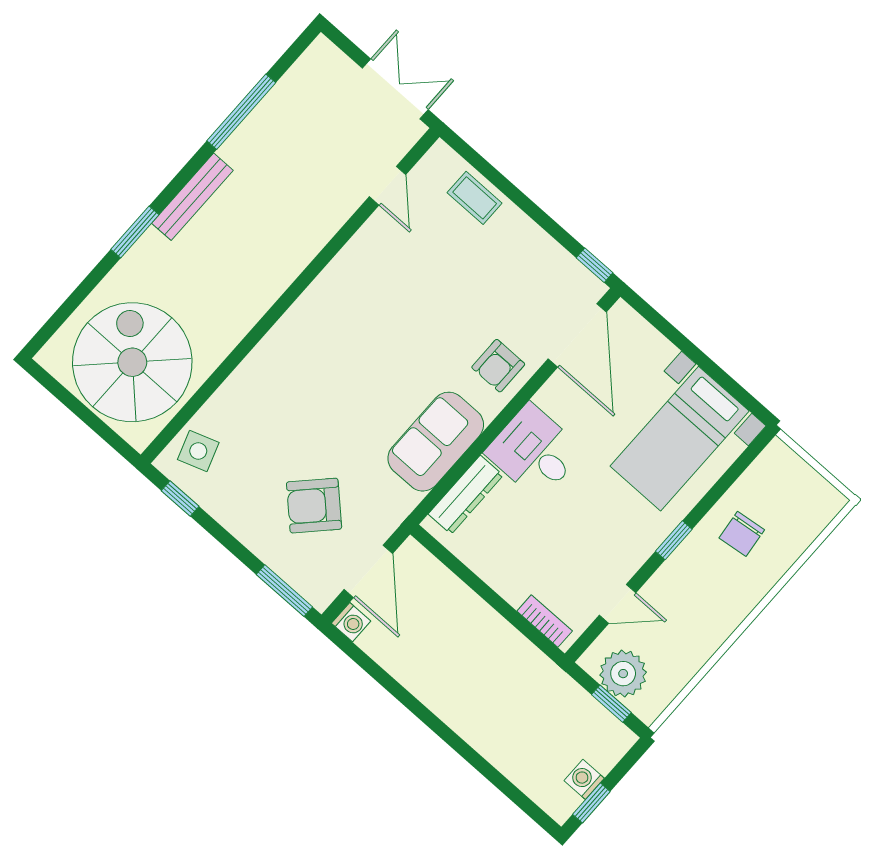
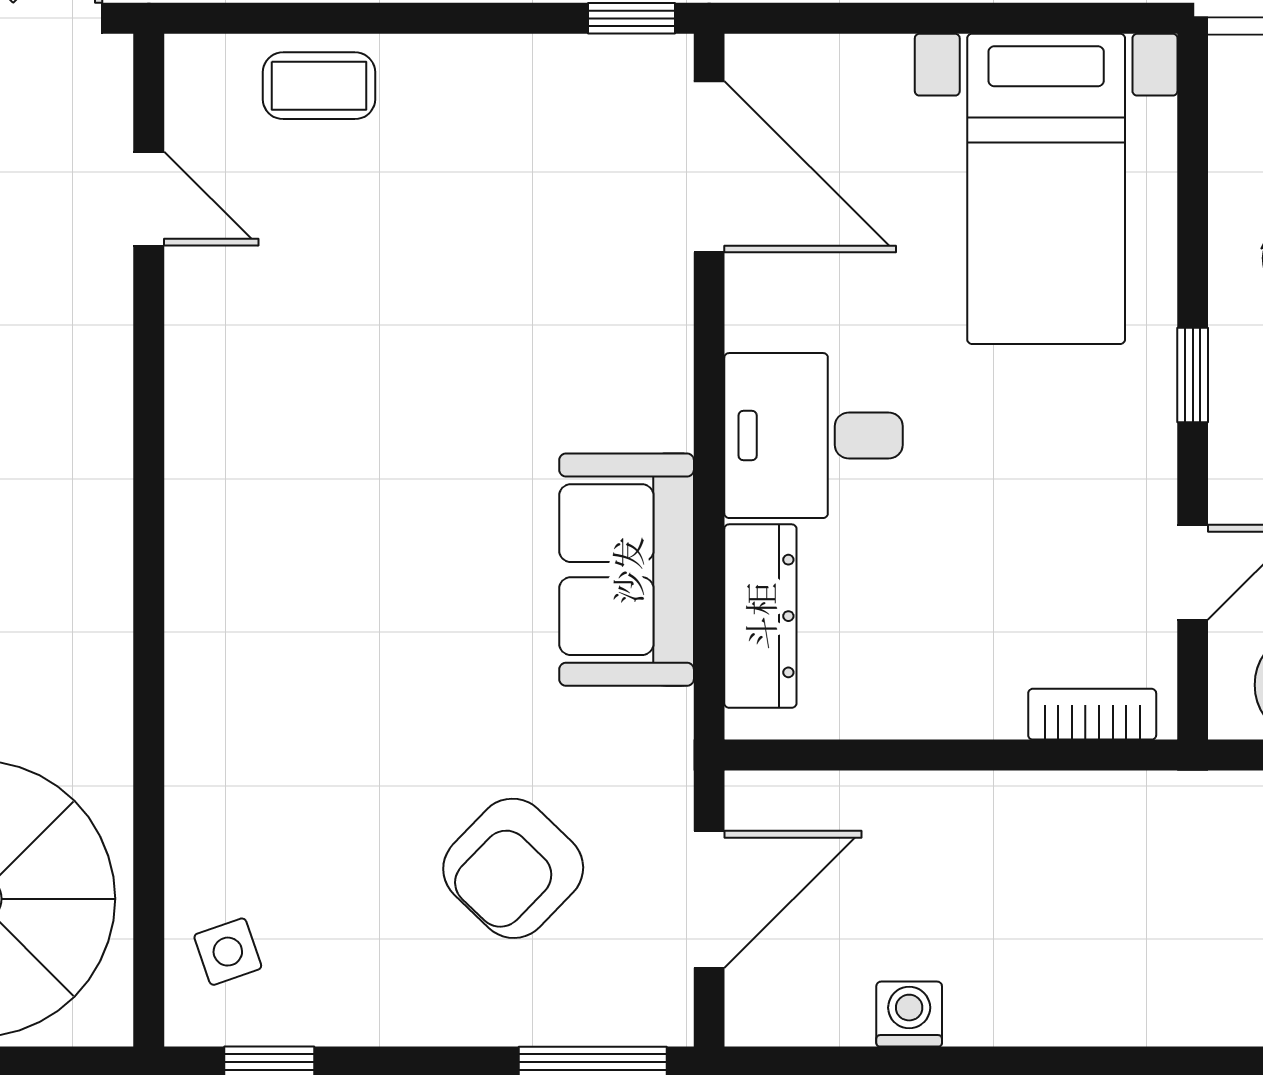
armchair: (498, 366) -> (618, 341), removed
side table: (198, 451) -> (228, 952), width x0.73, depth x0.73
door: (368, 571) -> (709, 899), hinge flipped
washing machine: (351, 622) -> (909, 1014), moved, turned -90

